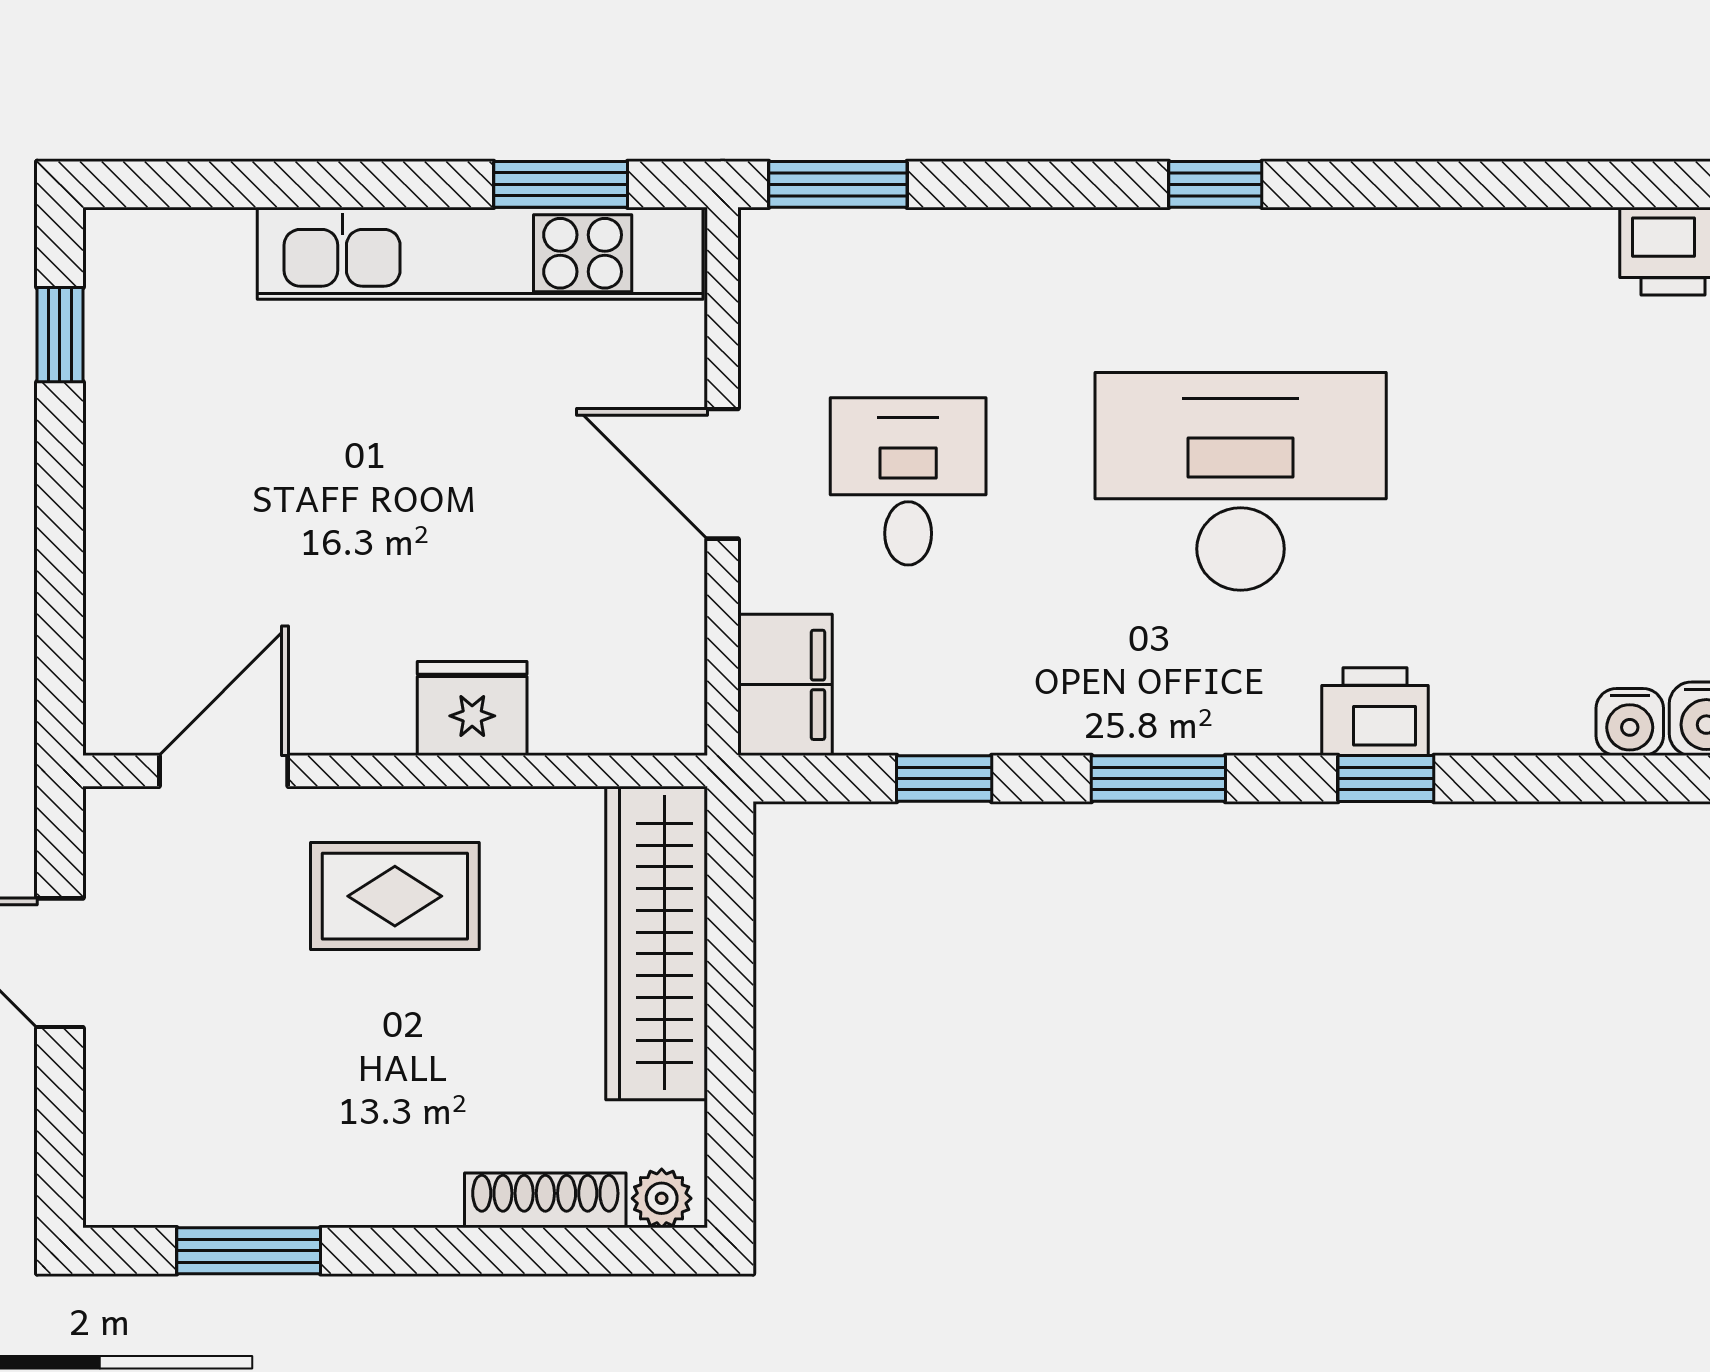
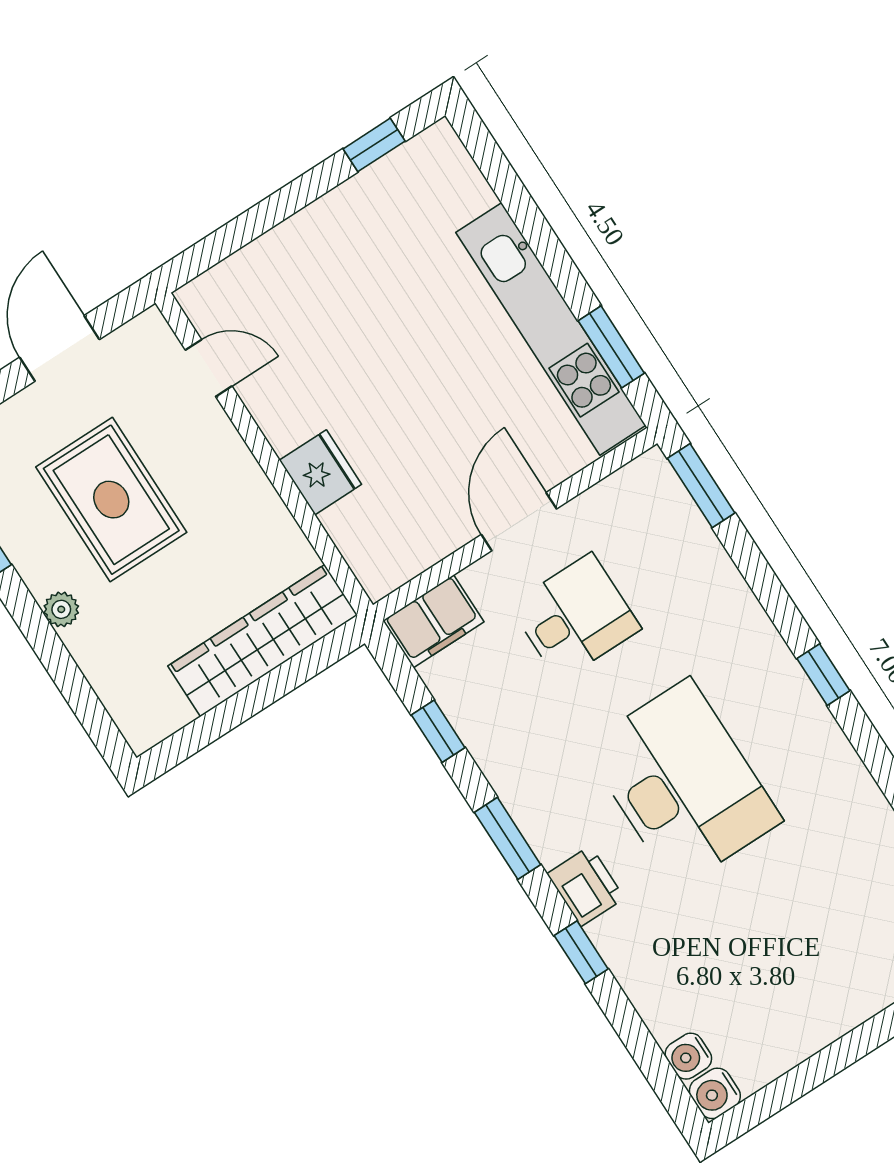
printer: (1375, 712) -> (586, 886), moved
door: (224, 771) -> (209, 368), width x0.73
rug: (395, 896) -> (111, 500), moved, width x1.36, depth x1.43
plant: (662, 1198) -> (61, 609), moved
shoe rack: (545, 1200) -> (98, 668), removed

